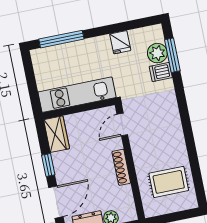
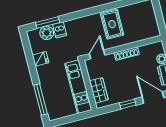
door: (122, 125) -> (97, 54), swing flipped
wardrobe: (57, 134) -> (99, 90), moved, turned 90
rug: (169, 182) -> (112, 24), moved

